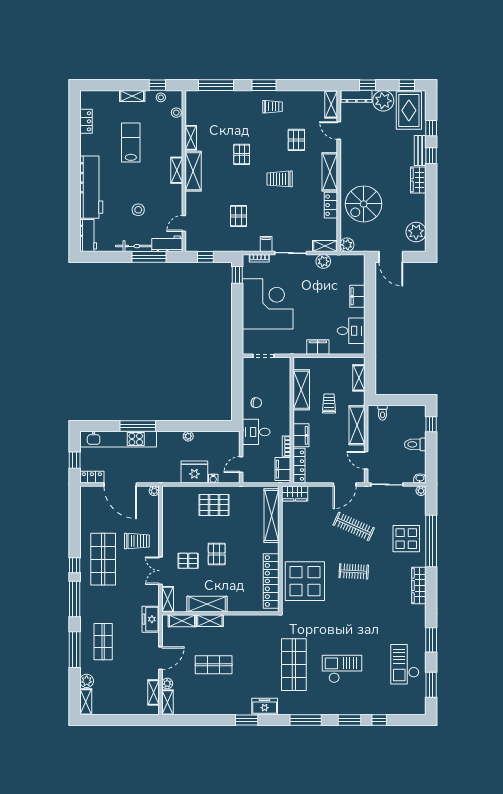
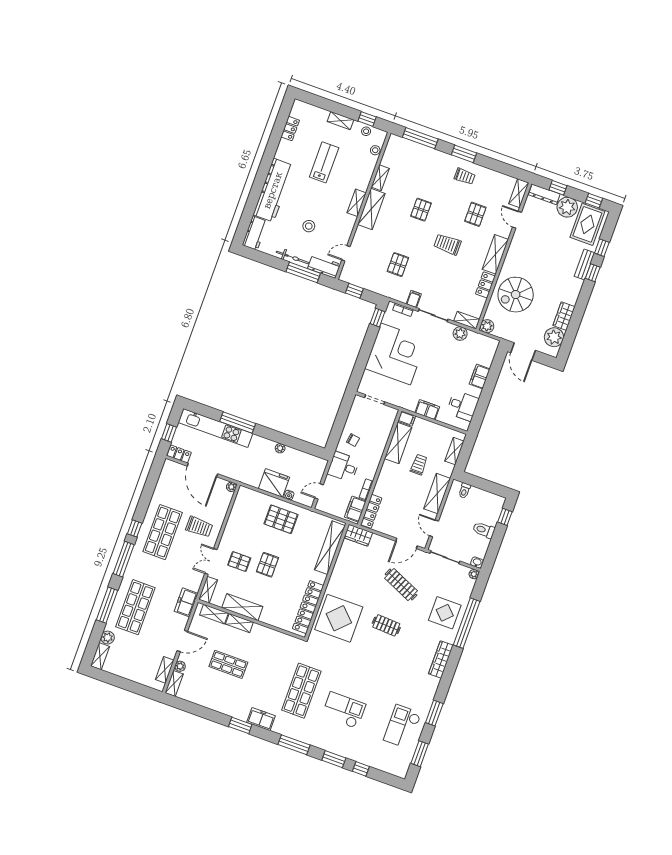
wardrobe: (418, 180) -> (564, 316), moved
filing cabinet: (301, 435) -> (407, 419), moved, width x0.50
shop shelf: (103, 642) -> (135, 607), width x1.43, depth x1.36

